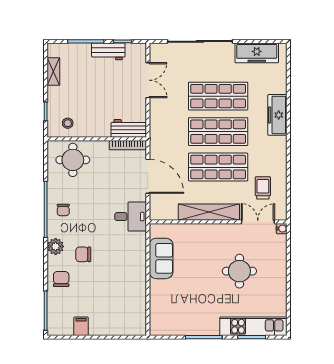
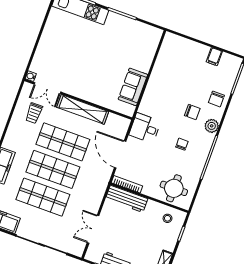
workbench: (129, 128) -> (127, 199), width x1.38
chair: (63, 210) -> (182, 144), moved
round table: (239, 271) -> (76, 55), removed

